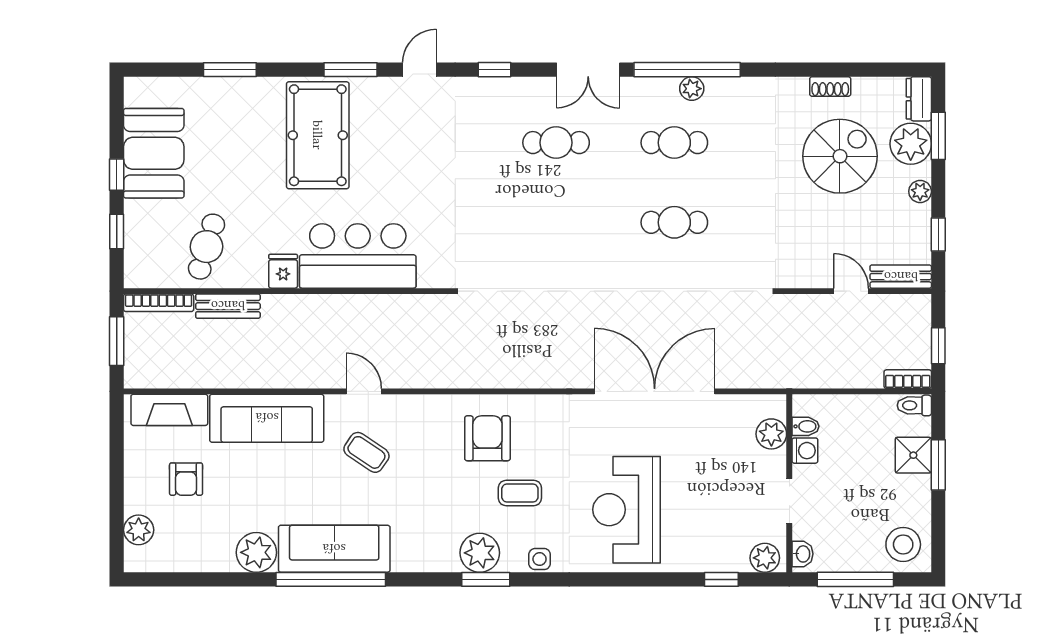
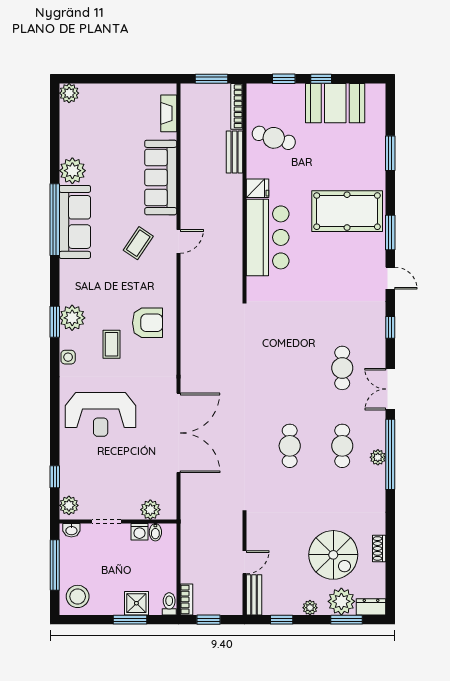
fireplace: (169, 410) -> (169, 113), width x0.73, depth x0.76
armchair: (186, 479) -> (121, 124), removed
reception desk: (627, 510) -> (101, 414), turned 180
plant: (139, 530) -> (69, 93), moved

